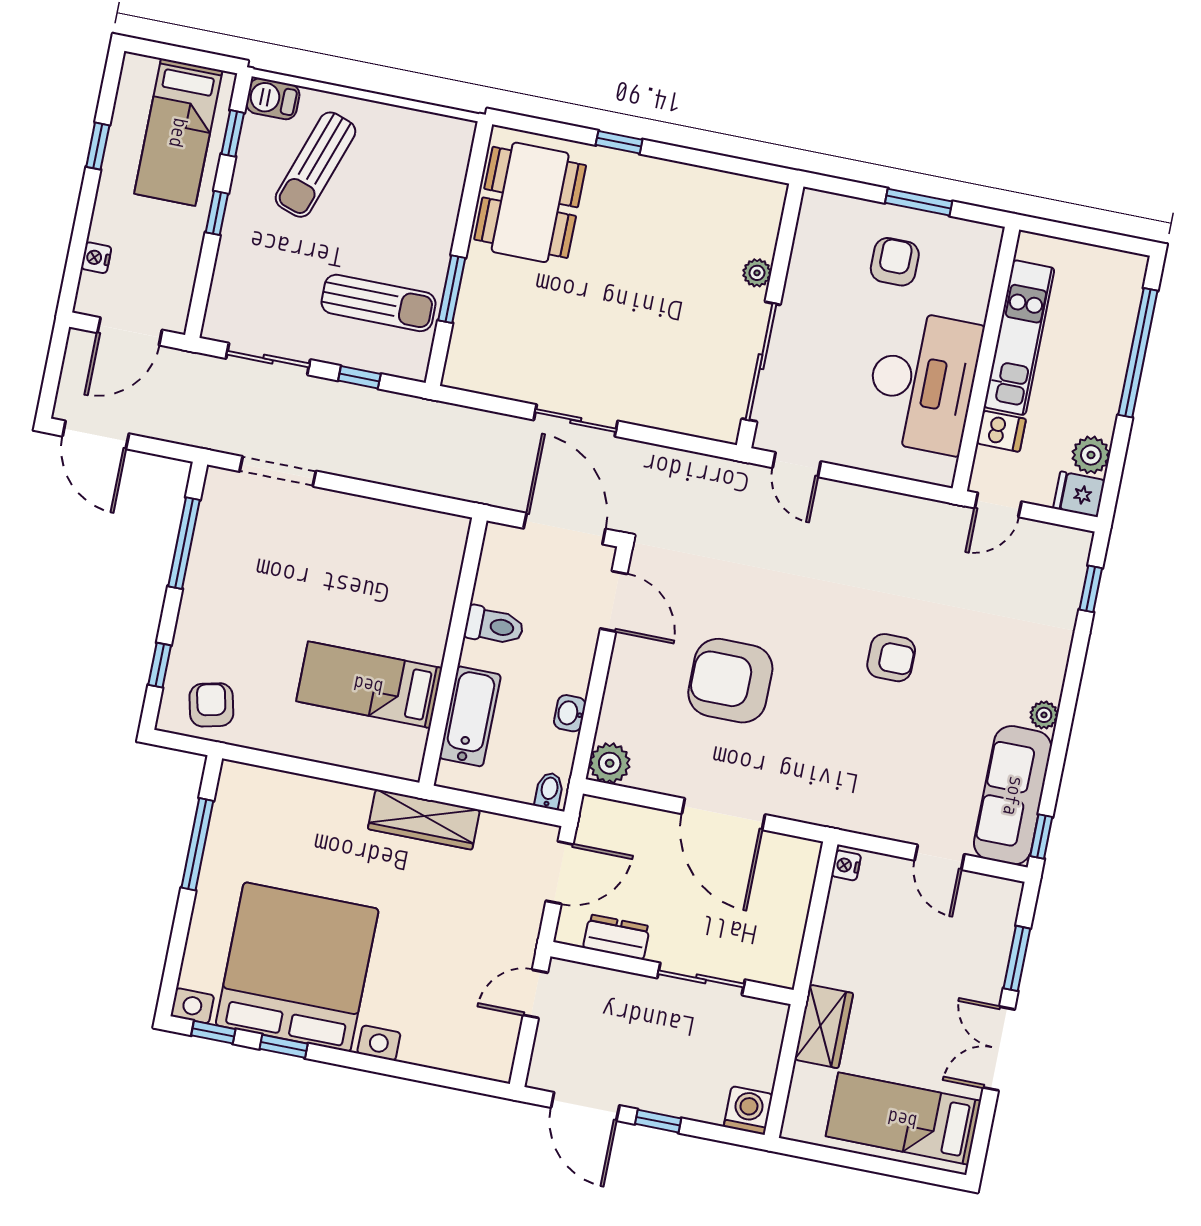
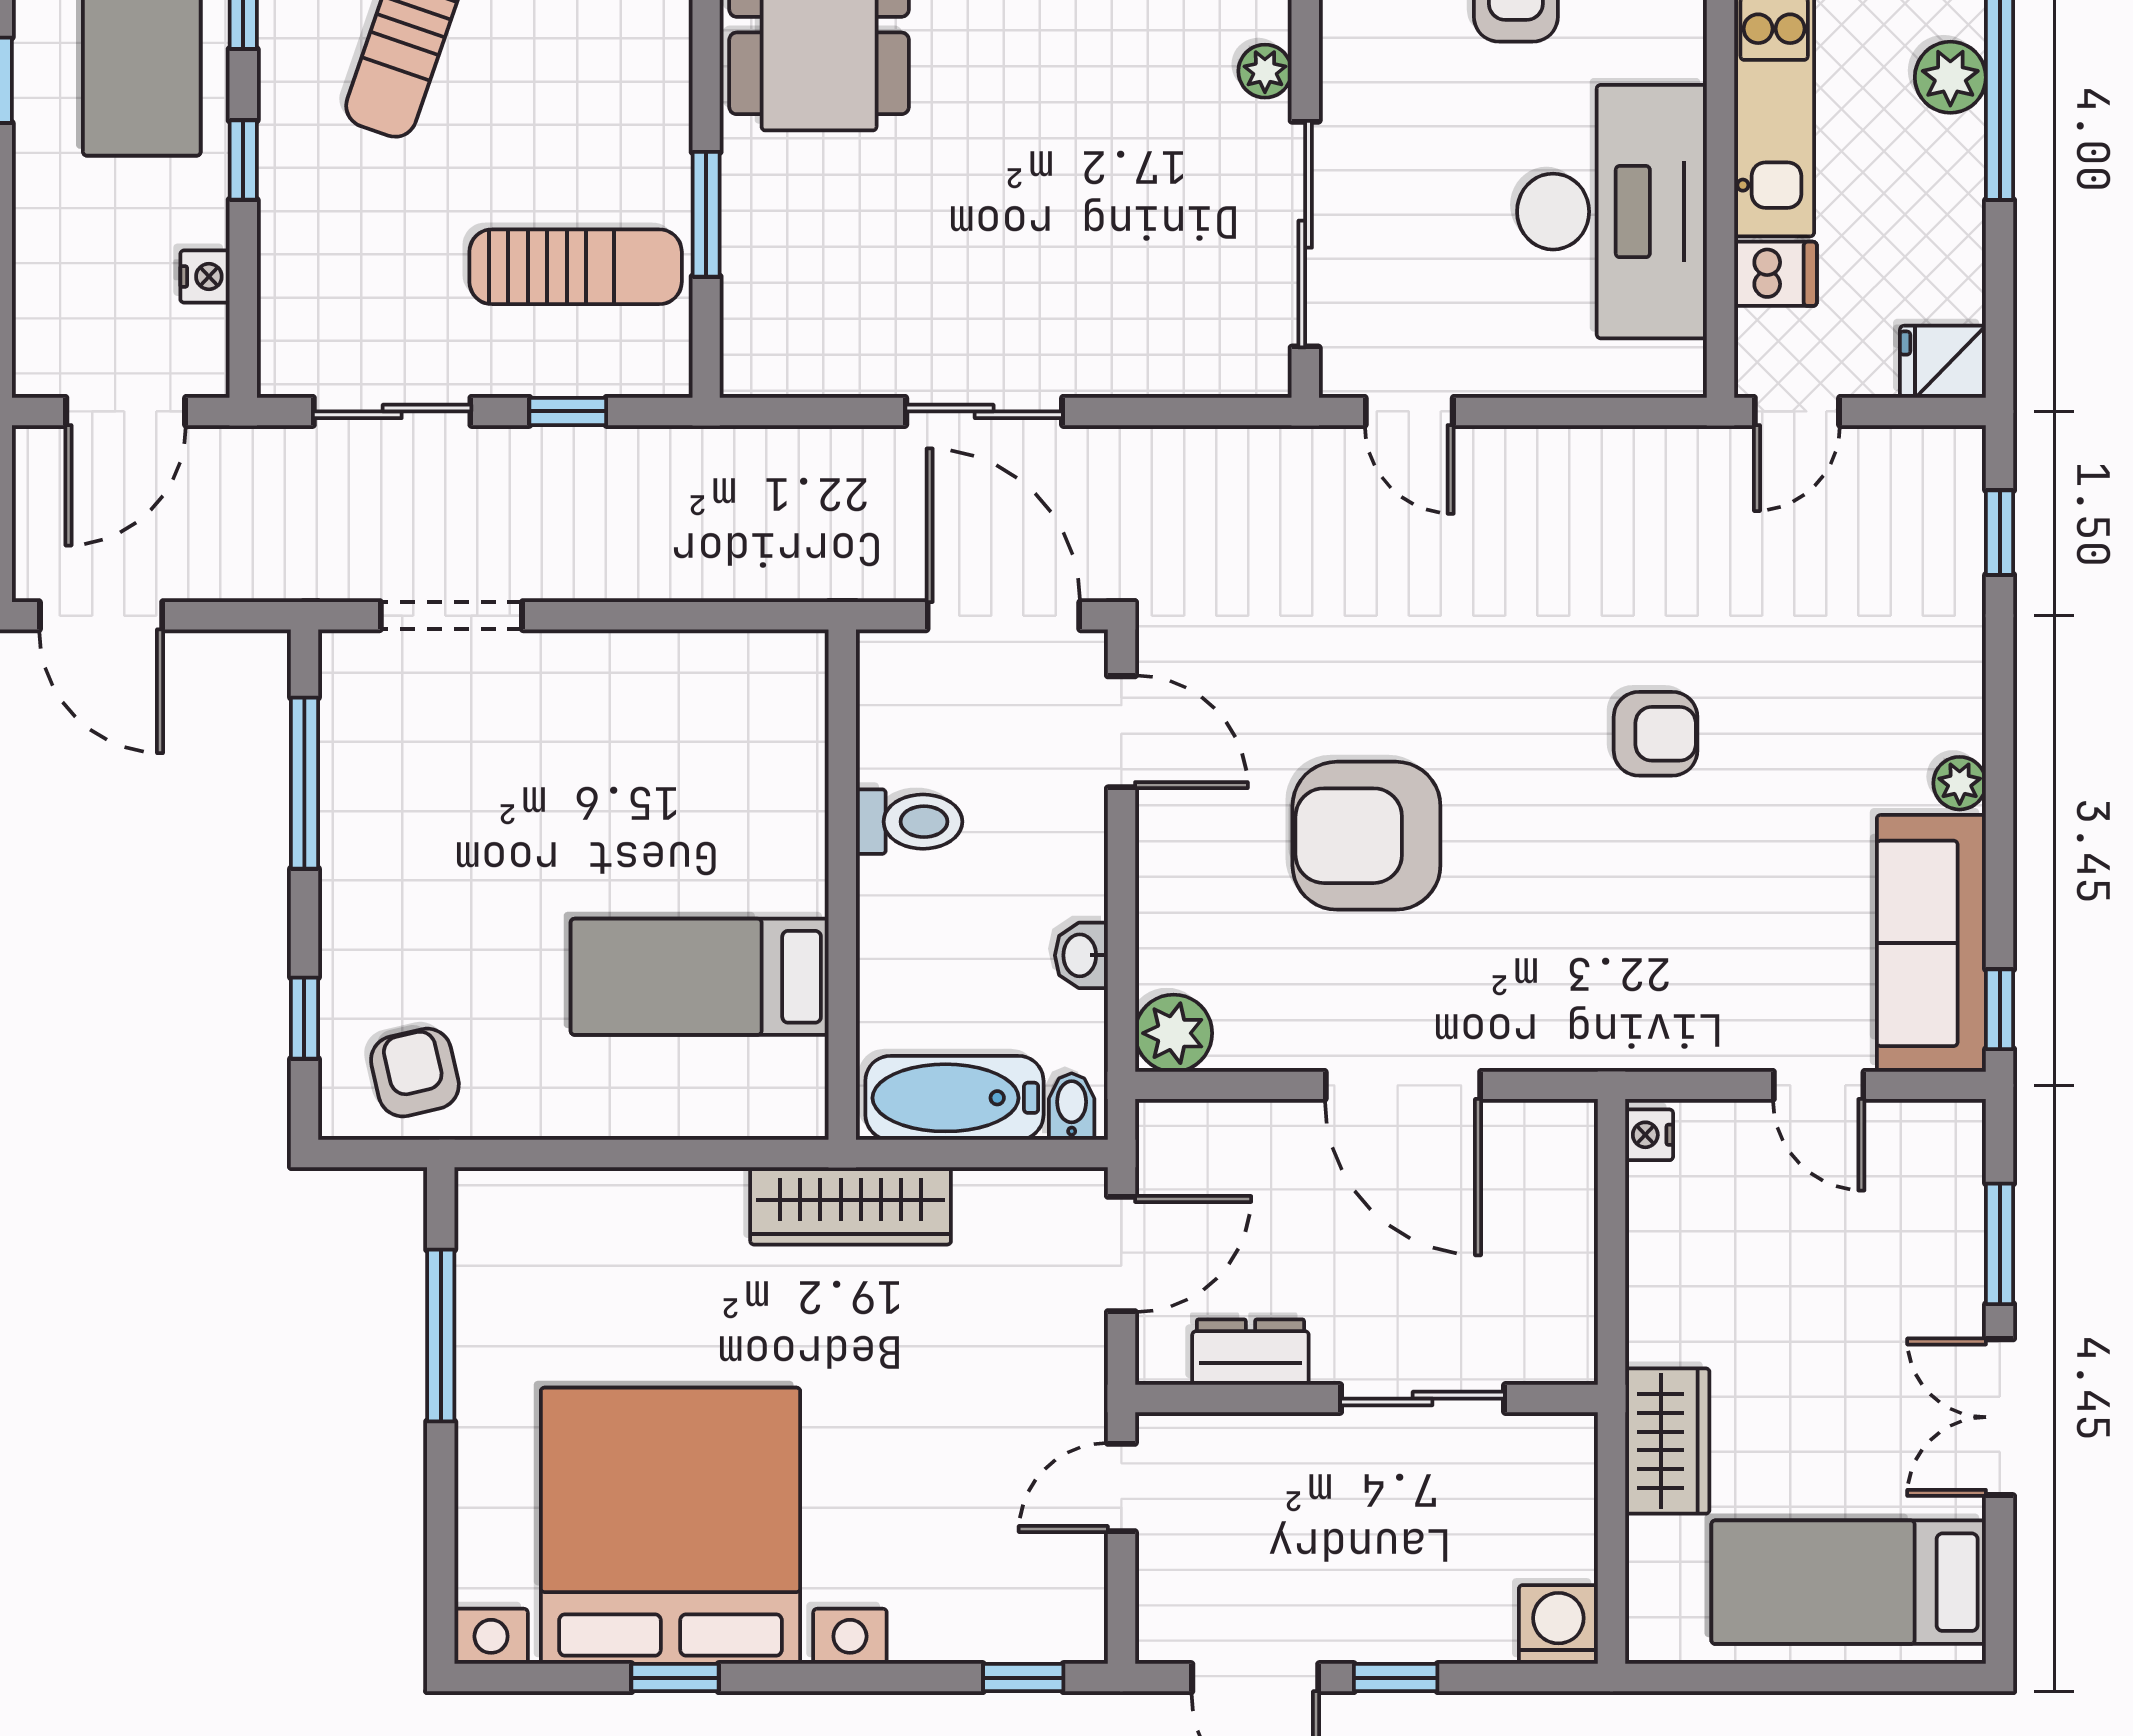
nightstand: (96, 258) -> (205, 277), moved, turned 180
plant: (1091, 455) -> (1950, 77), moved
bathtub: (470, 716) -> (954, 1098), moved, turned -90
window: (213, 1032) -> (1023, 1678), moved

